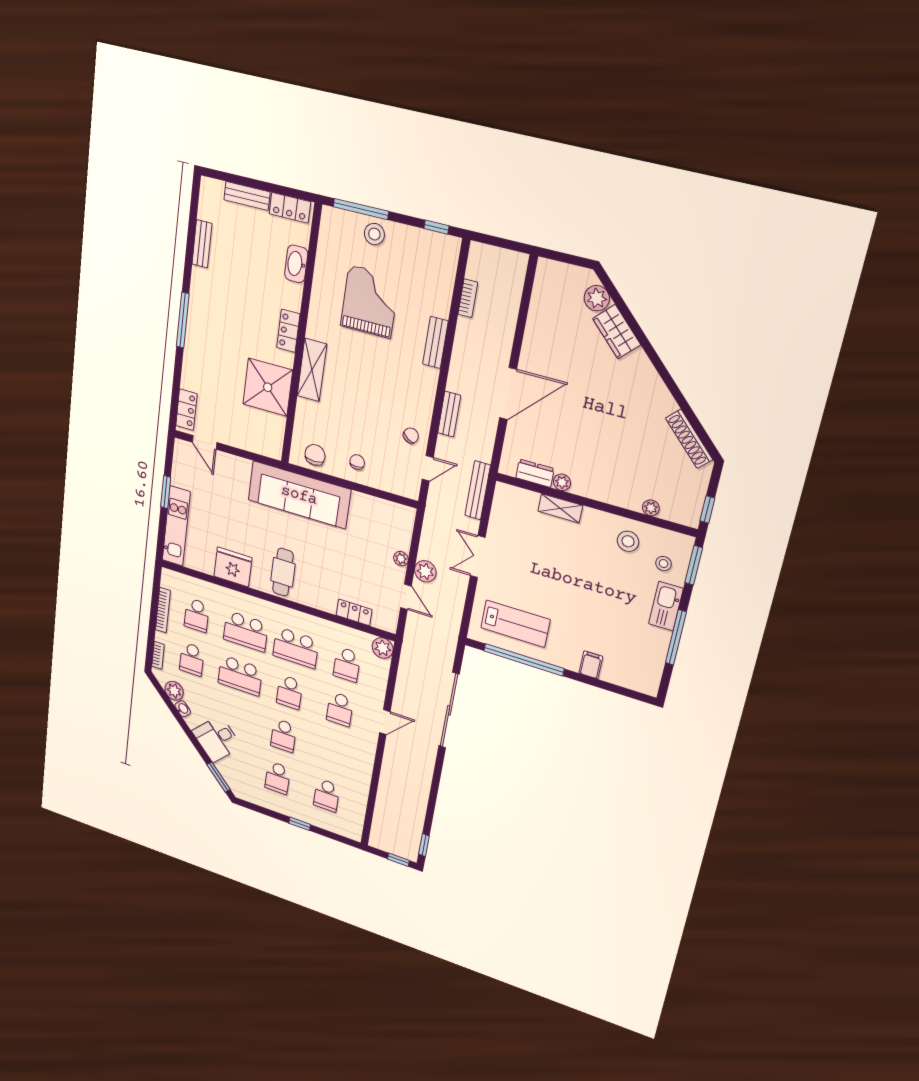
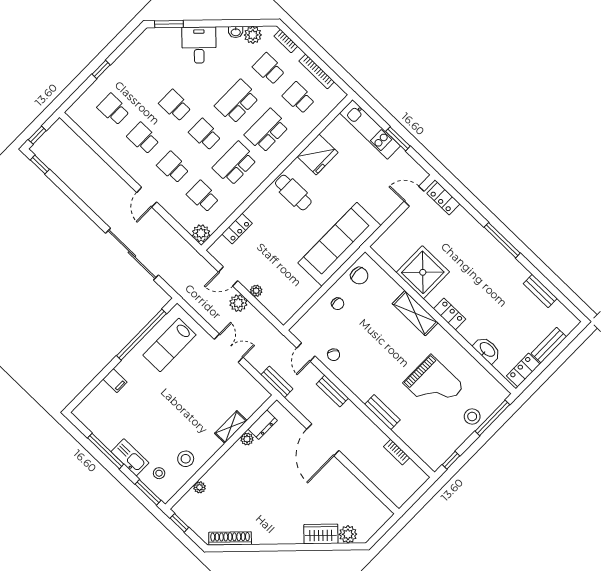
bench: (478, 490) -> (277, 382), width x0.73
school desk: (278, 778) -> (143, 138), moved

